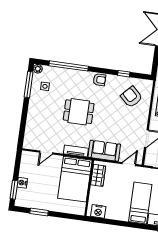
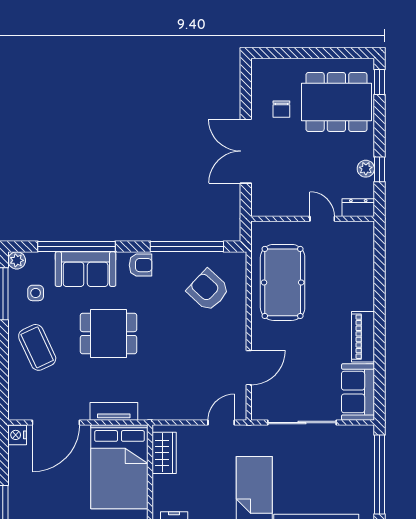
window: (124, 74) -> (187, 247), width x3.17
coffee table: (42, 114) -> (37, 347), added
sofa: (104, 151) -> (86, 269), moved, turned 180
door: (46, 153) -> (56, 423), width x1.88
nightstand: (22, 183) -> (17, 435), moved

